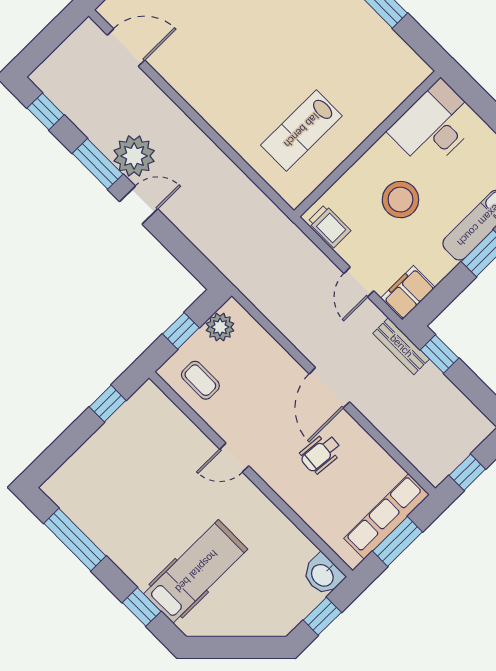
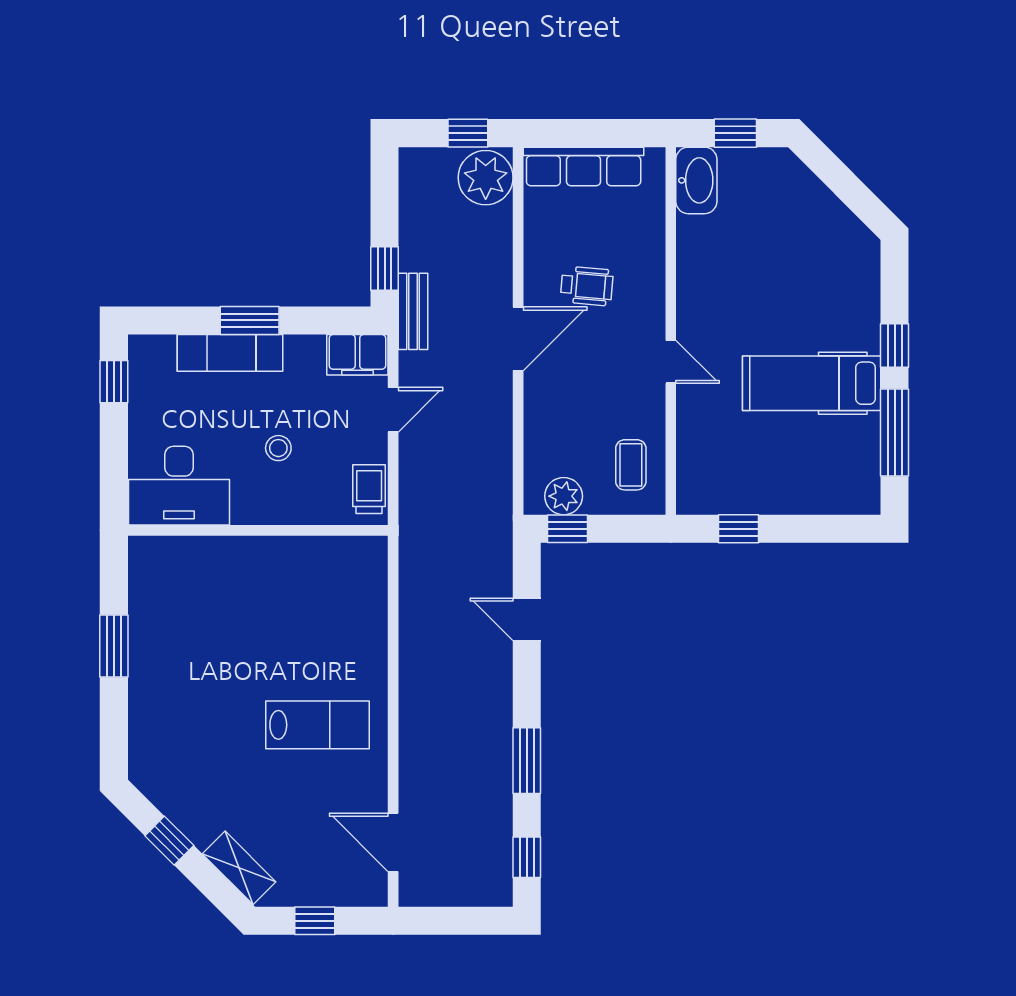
lab bench: (301, 130) -> (317, 725), moved
plant: (134, 156) -> (486, 178), moved
stool: (400, 200) -> (278, 448), width x0.53, depth x0.53
door: (139, 205) -> (527, 619), moved
window: (181, 331) -> (568, 529), moved
window: (398, 541) -> (596, 133), removed
hospital bed: (196, 571) -> (812, 383), moved
washbasin: (323, 575) -> (696, 180), width x1.38
window: (142, 607) -> (895, 345), moved

